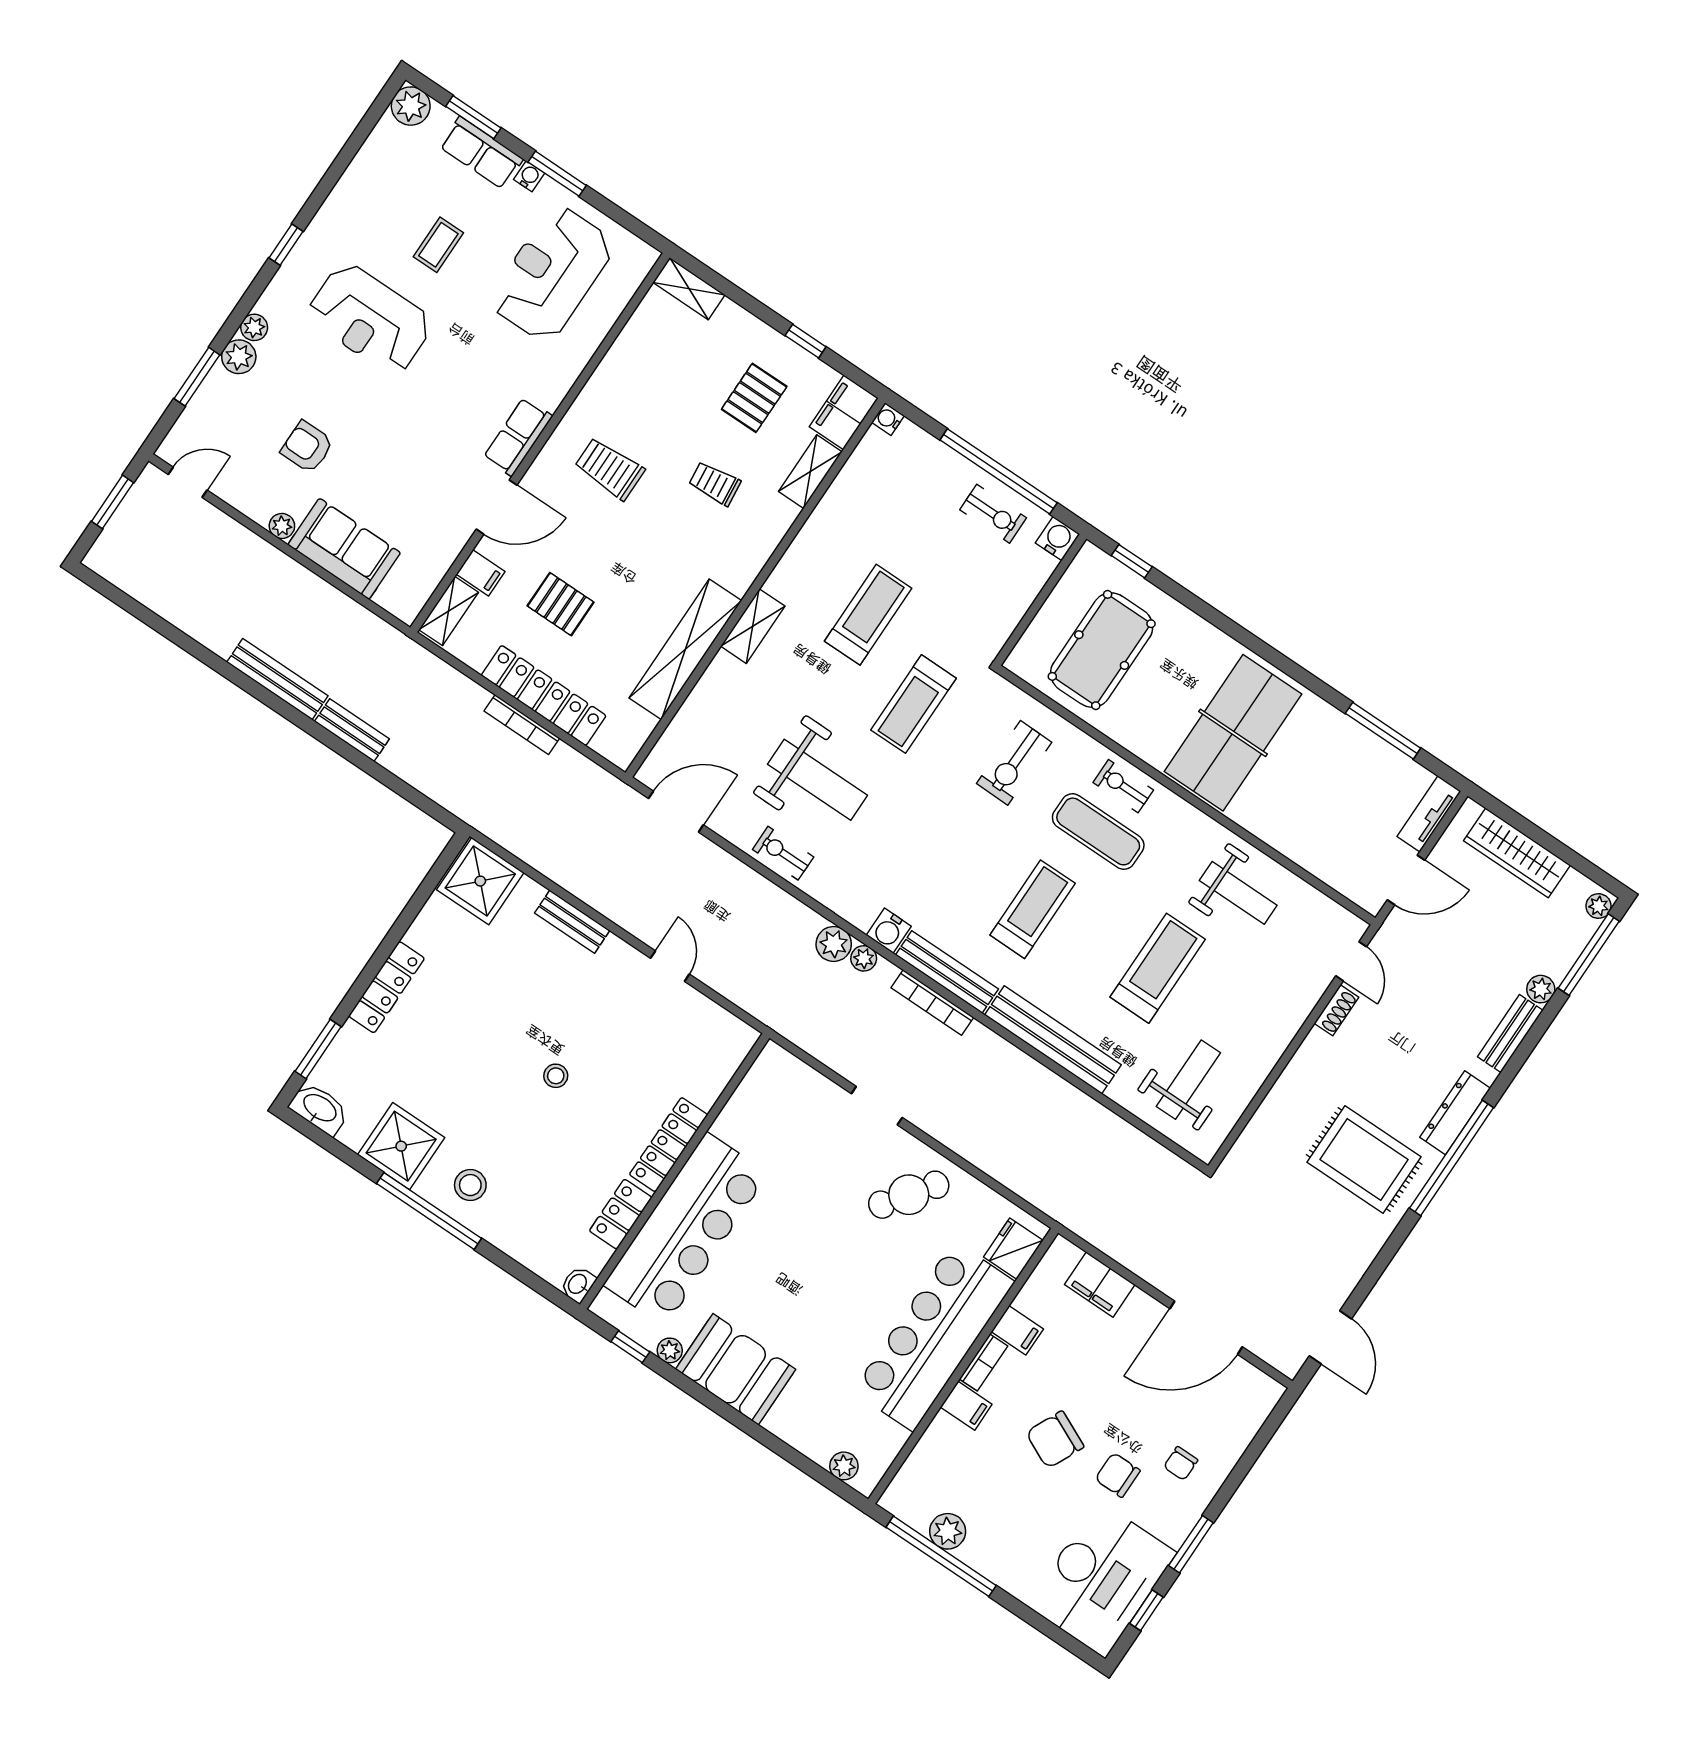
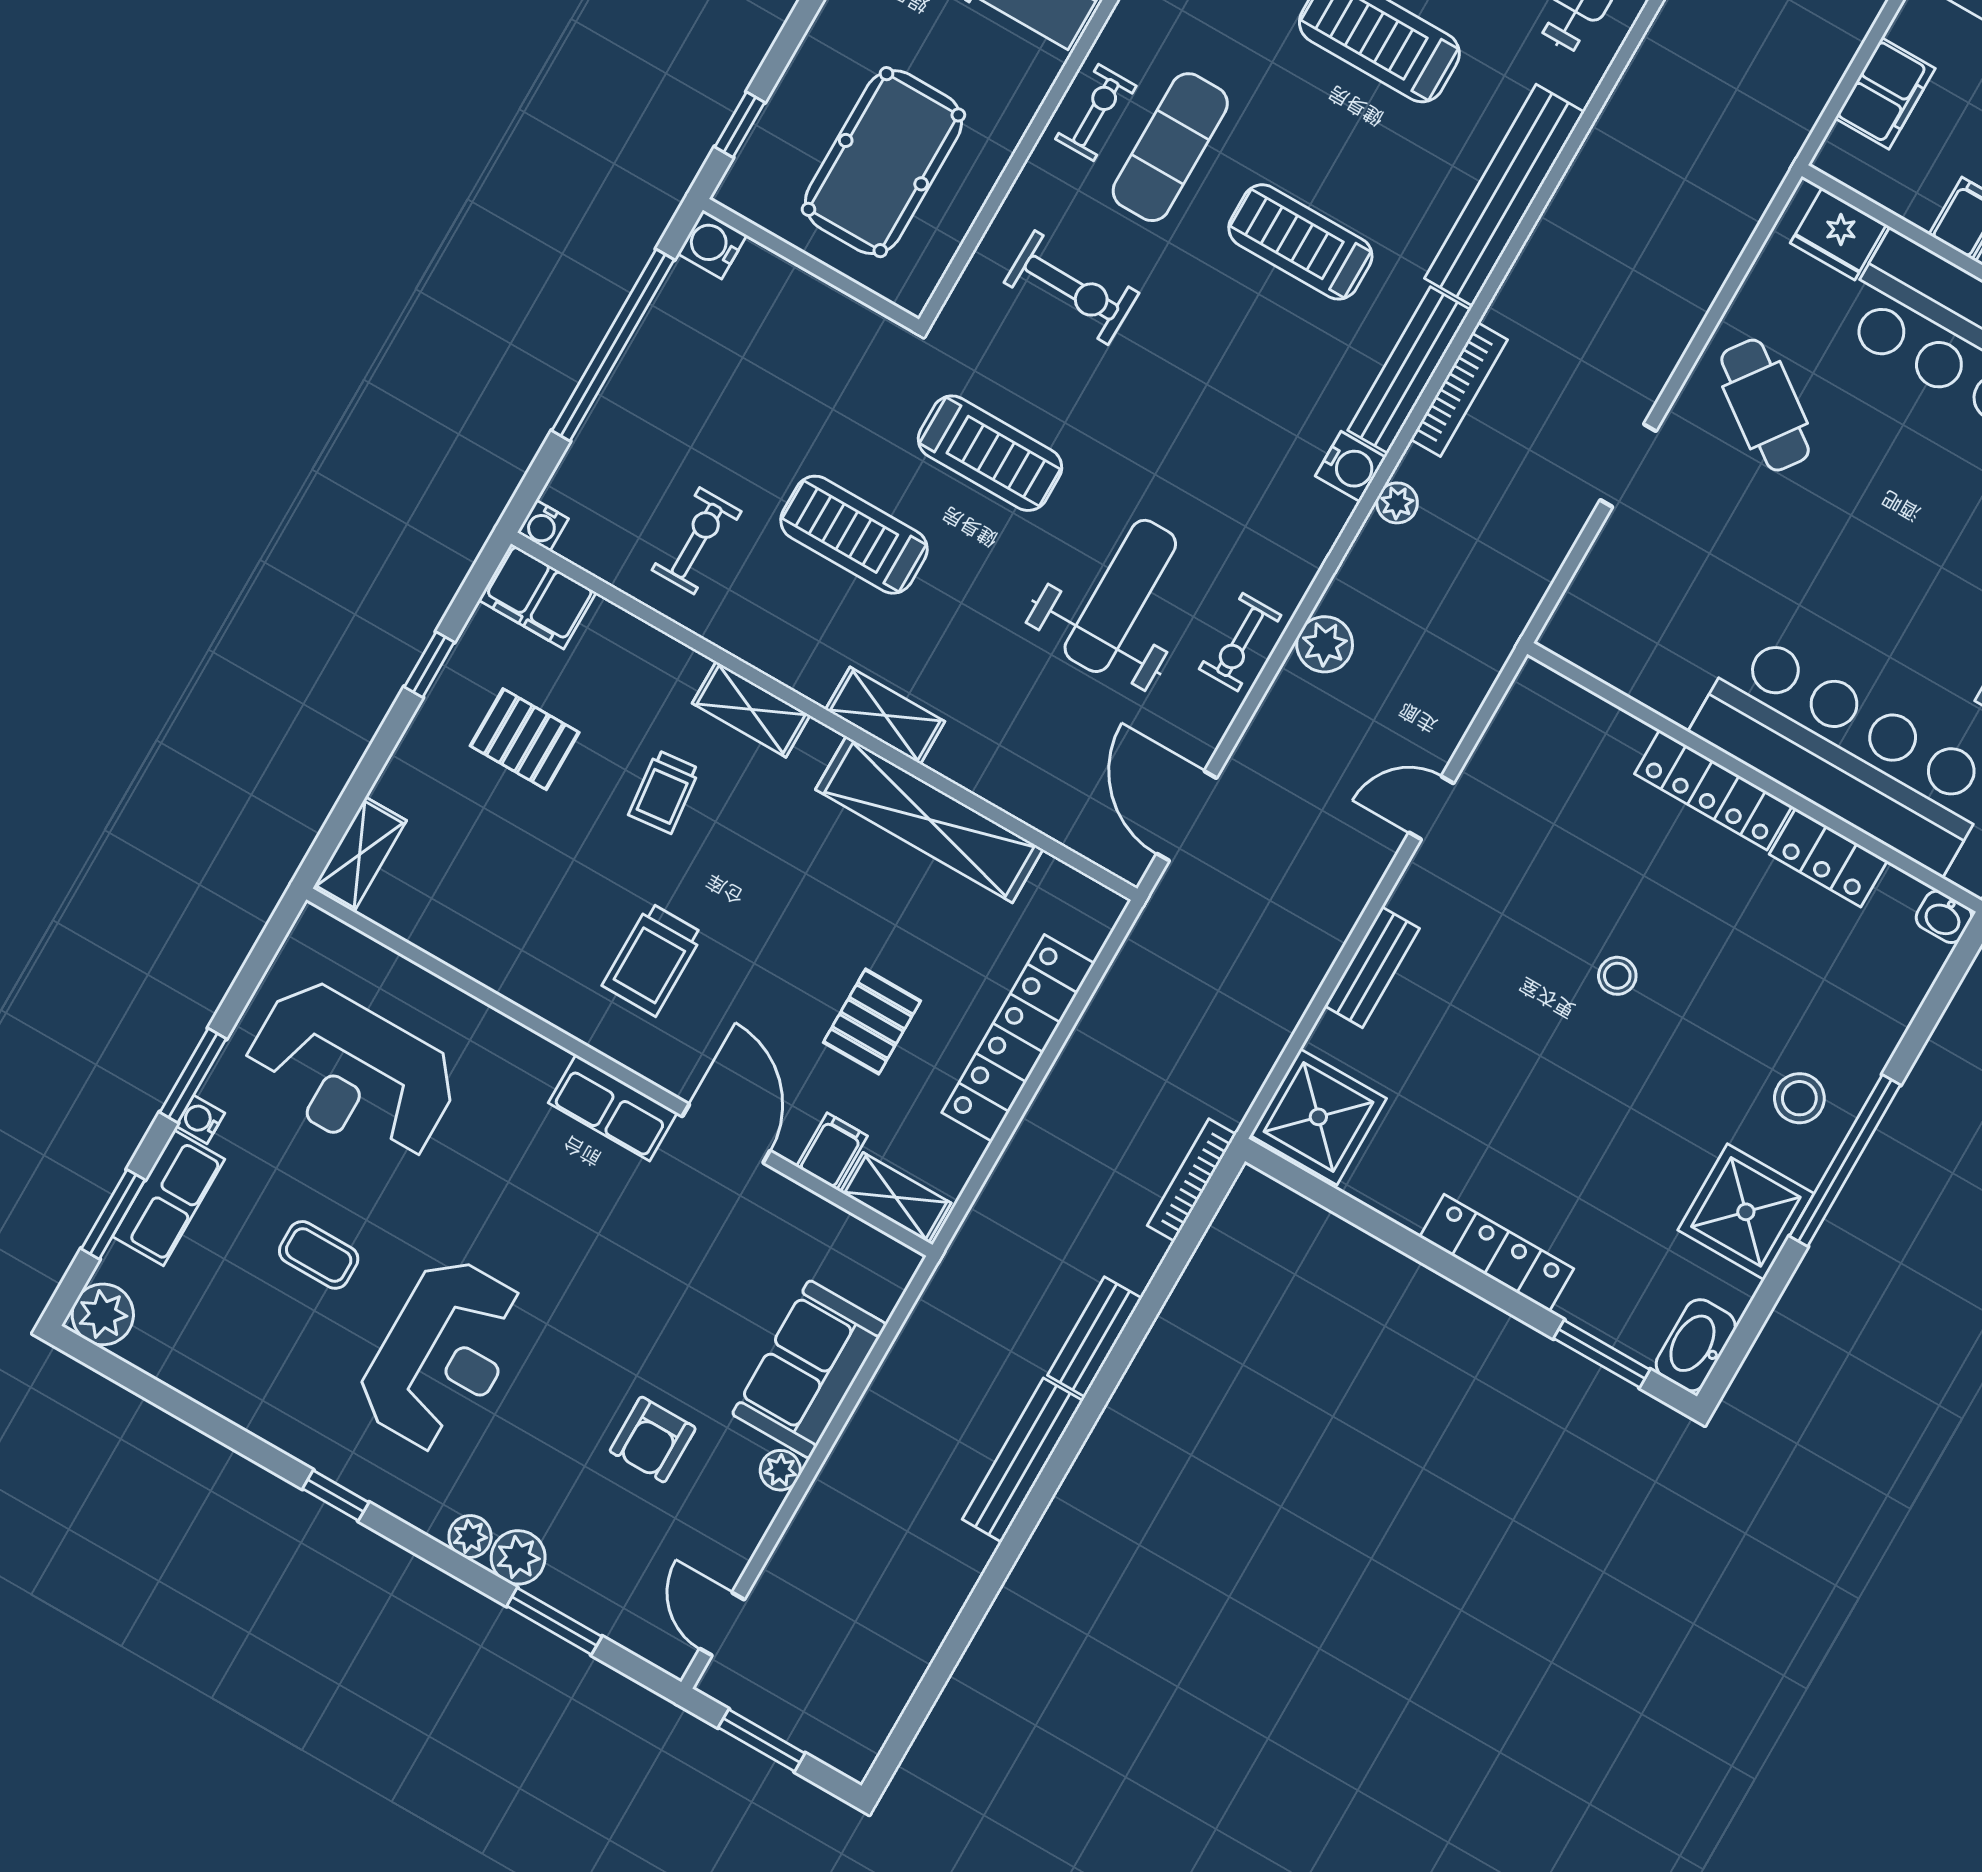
shelving: (810, 472) -> (751, 709), moved
exercise bike: (993, 514) -> (697, 541), moved
pool table: (1102, 650) -> (883, 162), turned 90
bookcase: (522, 725) -> (1192, 1180), moved, turned 180
exercise bike: (1123, 786) -> (1096, 113), turned 180
plant: (834, 944) -> (1325, 644), moved

